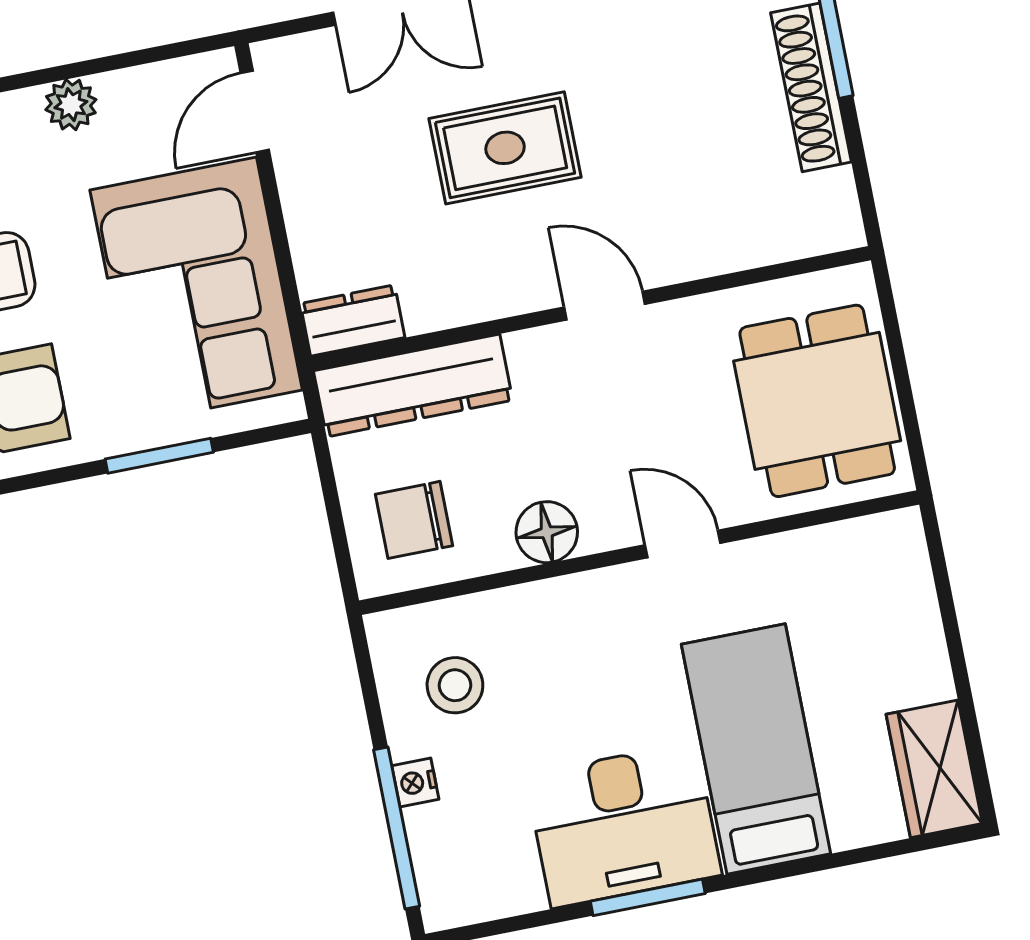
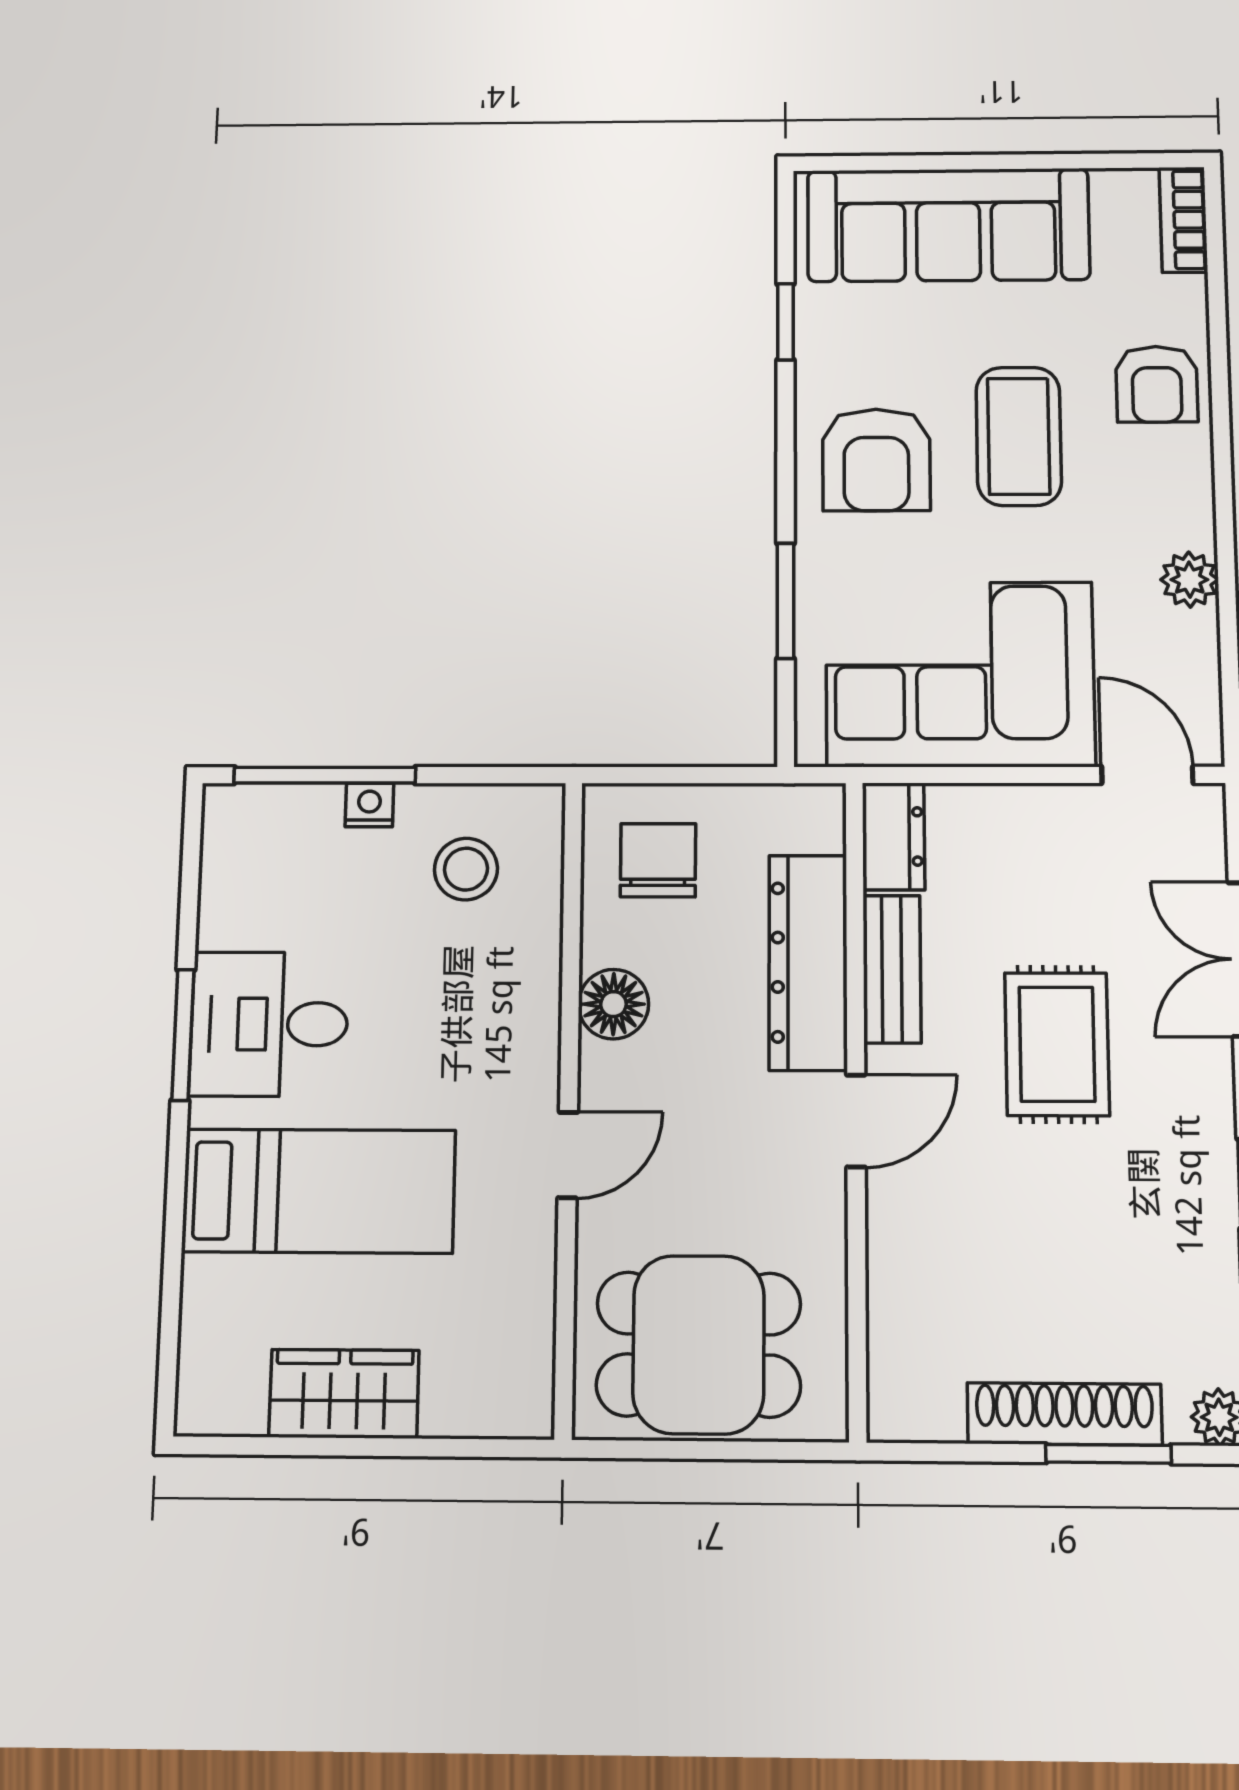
bench: (469, 300) -> (892, 969), added
dresser: (413, 385) -> (808, 962), moved
wardrobe: (934, 769) -> (344, 1394), moved
desk: (623, 825) -> (269, 1024), width x0.73

